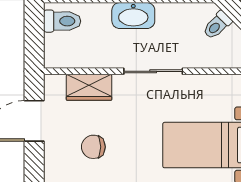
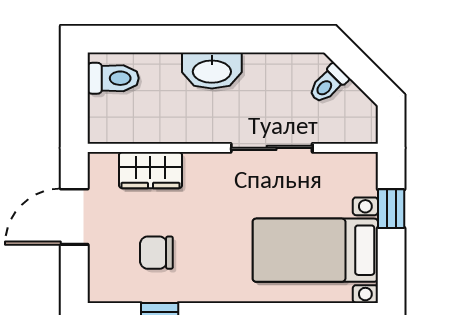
sliding door: (153, 71) -> (272, 148), moved

